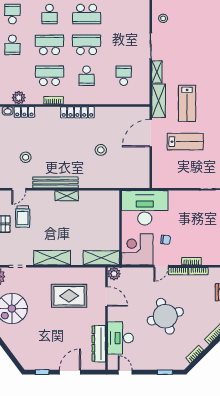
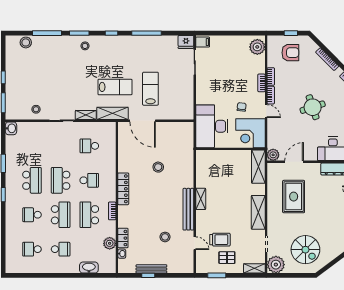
school desk: (49, 14) -> (32, 215), turned 180
school desk: (49, 45) -> (61, 215), turned 180
round table: (165, 316) -> (313, 107), width x0.73, depth x0.73

